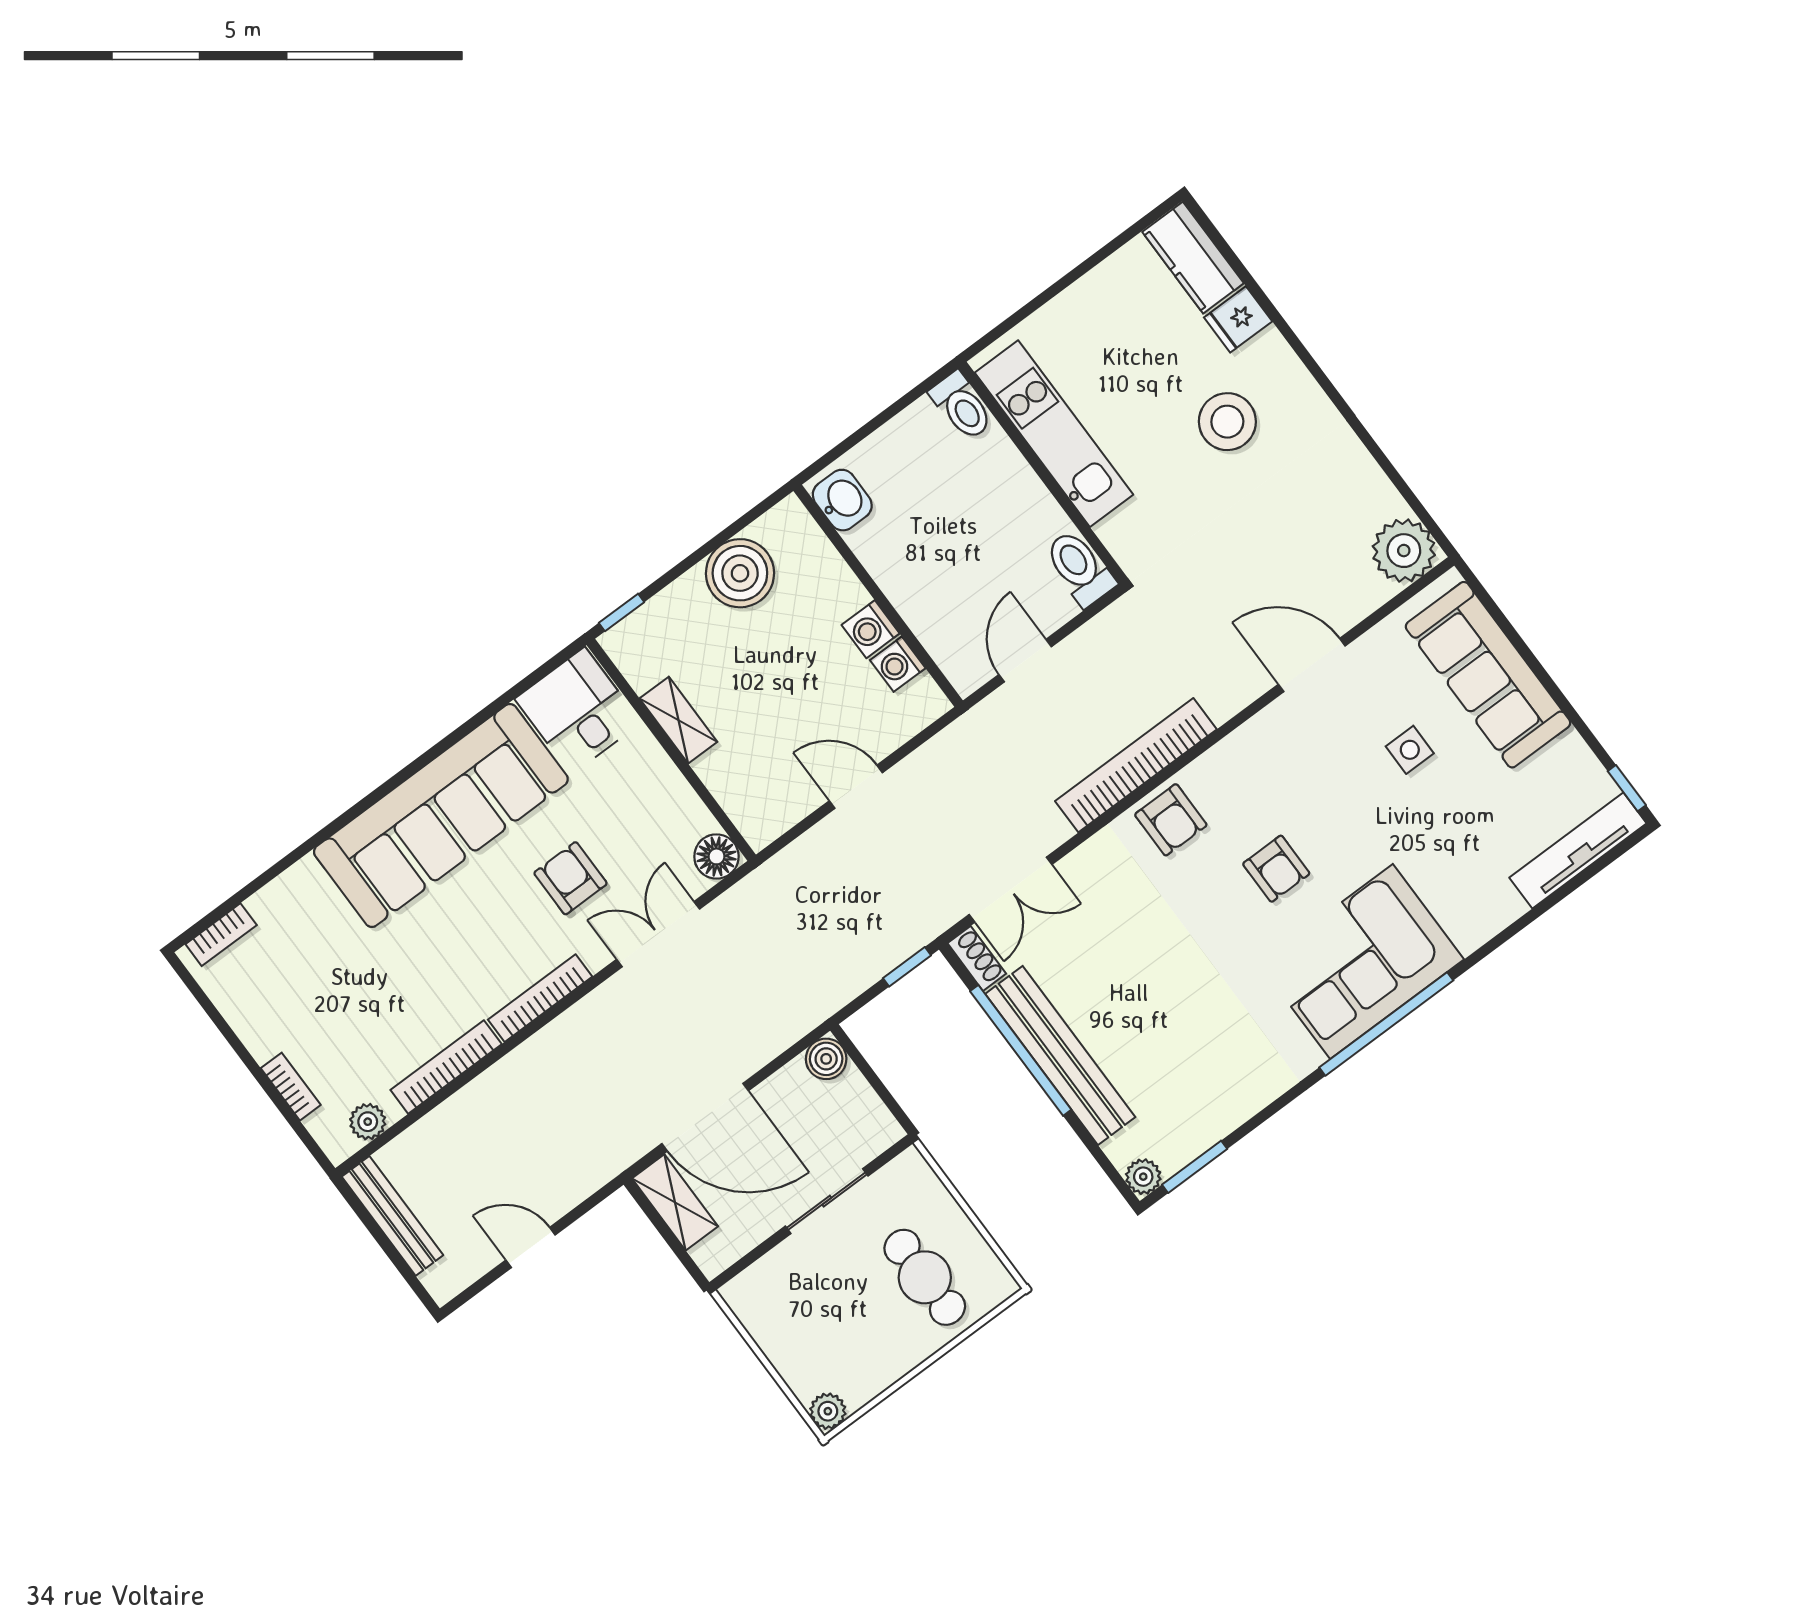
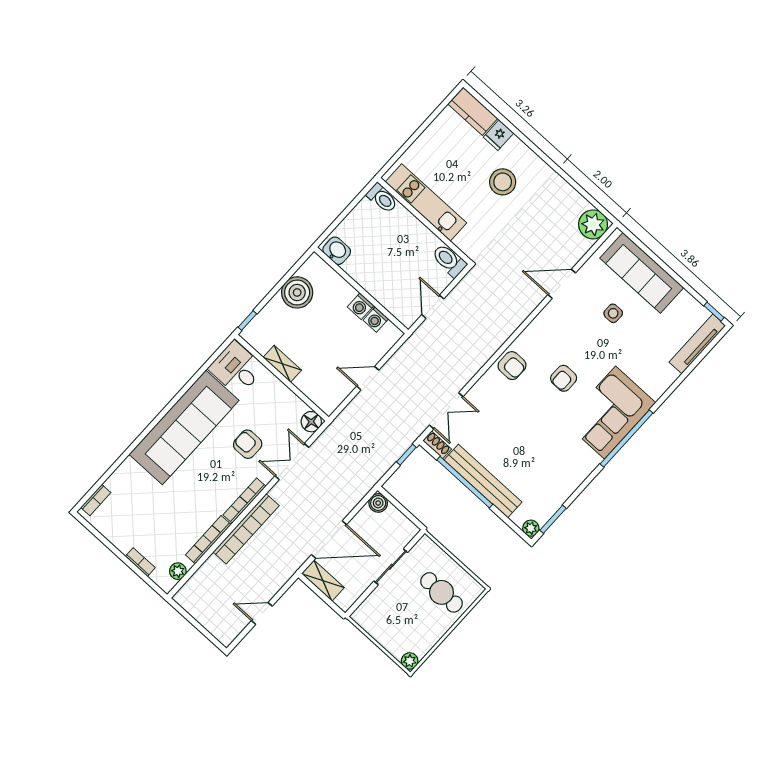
bookcase: (1136, 765) -> (246, 529), moved, turned 180
armchair: (1276, 869) -> (564, 378), turned 90
bench: (392, 1216) -> (197, 611), removed

